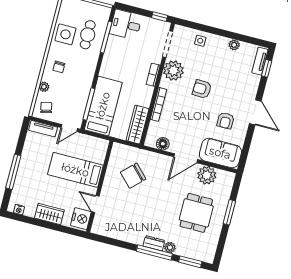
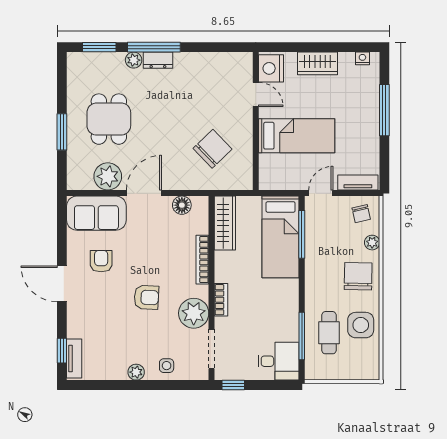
plant: (234, 45) -> (136, 372), moved
chair: (59, 67) -> (358, 276), width x1.87, depth x1.87

